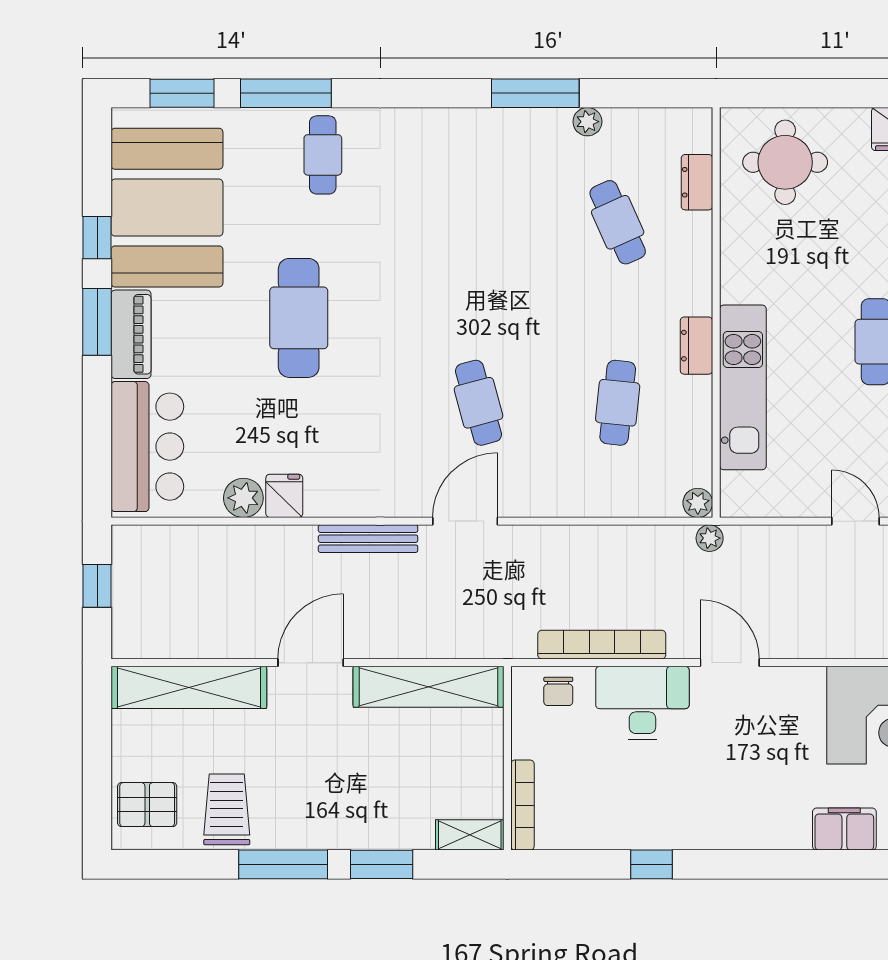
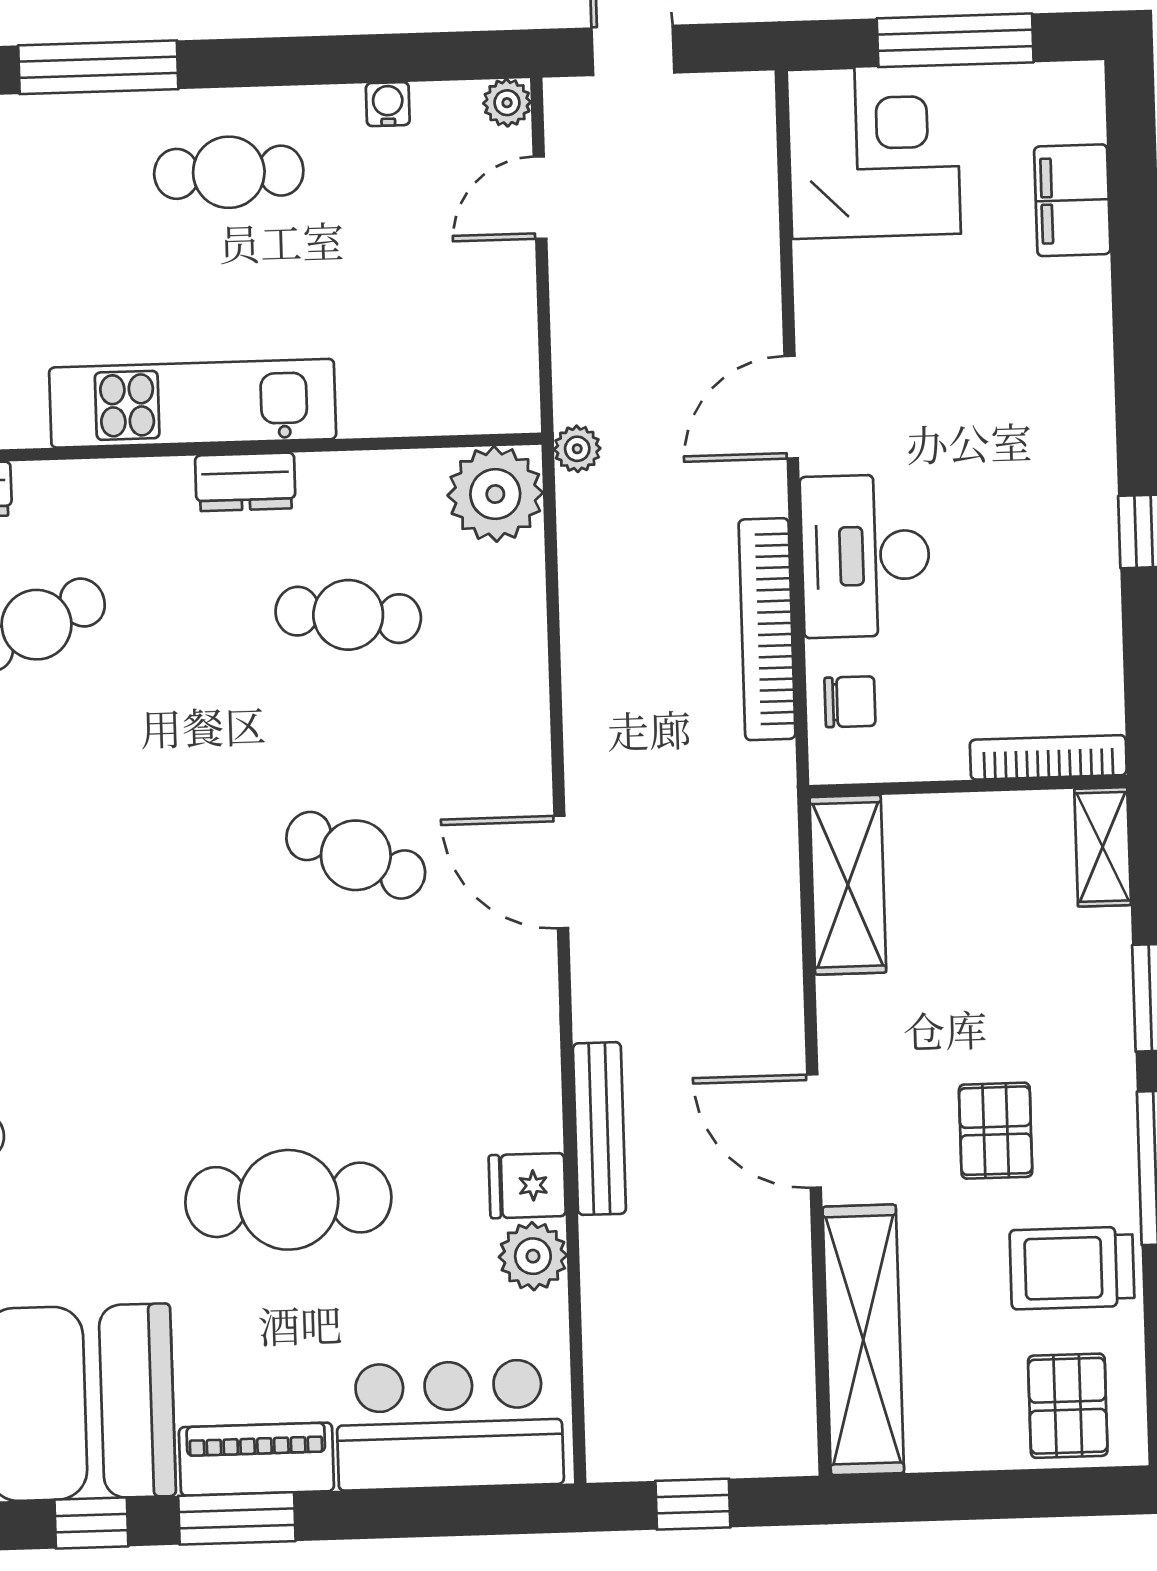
cafe table: (299, 318) -> (288, 1200), moved
kitchen unit: (743, 387) -> (193, 403), moved
cafe table: (478, 403) -> (356, 855), turned 39
plant: (698, 503) -> (495, 494), width x1.88, depth x1.88
bench: (368, 539) -> (599, 1129), moved
shelving: (428, 687) -> (848, 885), width x0.68
pallet: (308, 768) -> (996, 1131), added

